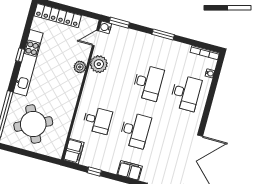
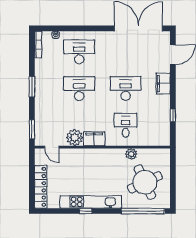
water cooler: (105, 27) -> (40, 141), removed
plant: (80, 67) -> (131, 154), moved
filing cabinet: (74, 151) -> (94, 139), moved

